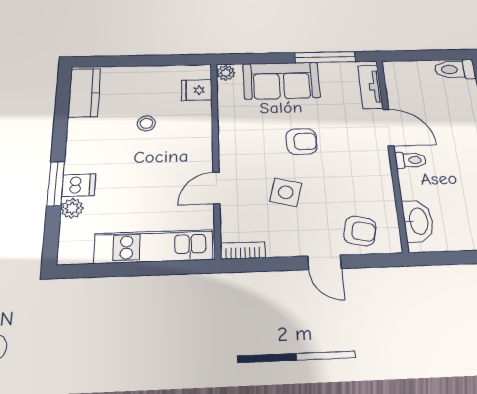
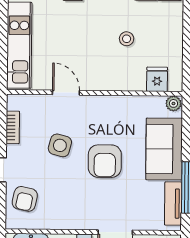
tv unit: (370, 87) -> (173, 204), moved, turned -90
armchair: (302, 141) -> (105, 161), width x1.38, depth x1.38
bookcase: (243, 251) -> (13, 127), moved

